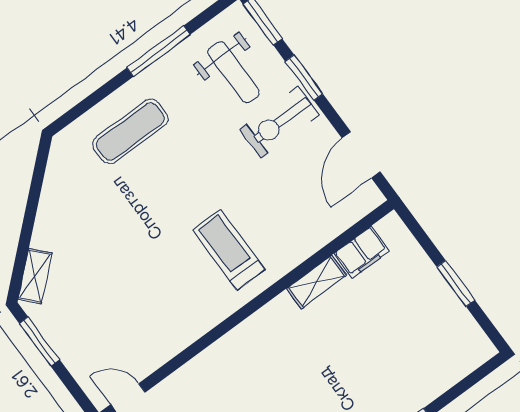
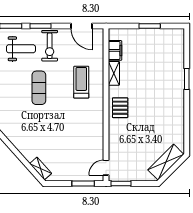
exercise mat: (130, 131) -> (39, 88), moved
treadmill: (229, 250) -> (81, 82), moved, turned 90
window: (39, 342) -> (83, 184), moved
pallet: (260, 342) -> (120, 108), added

